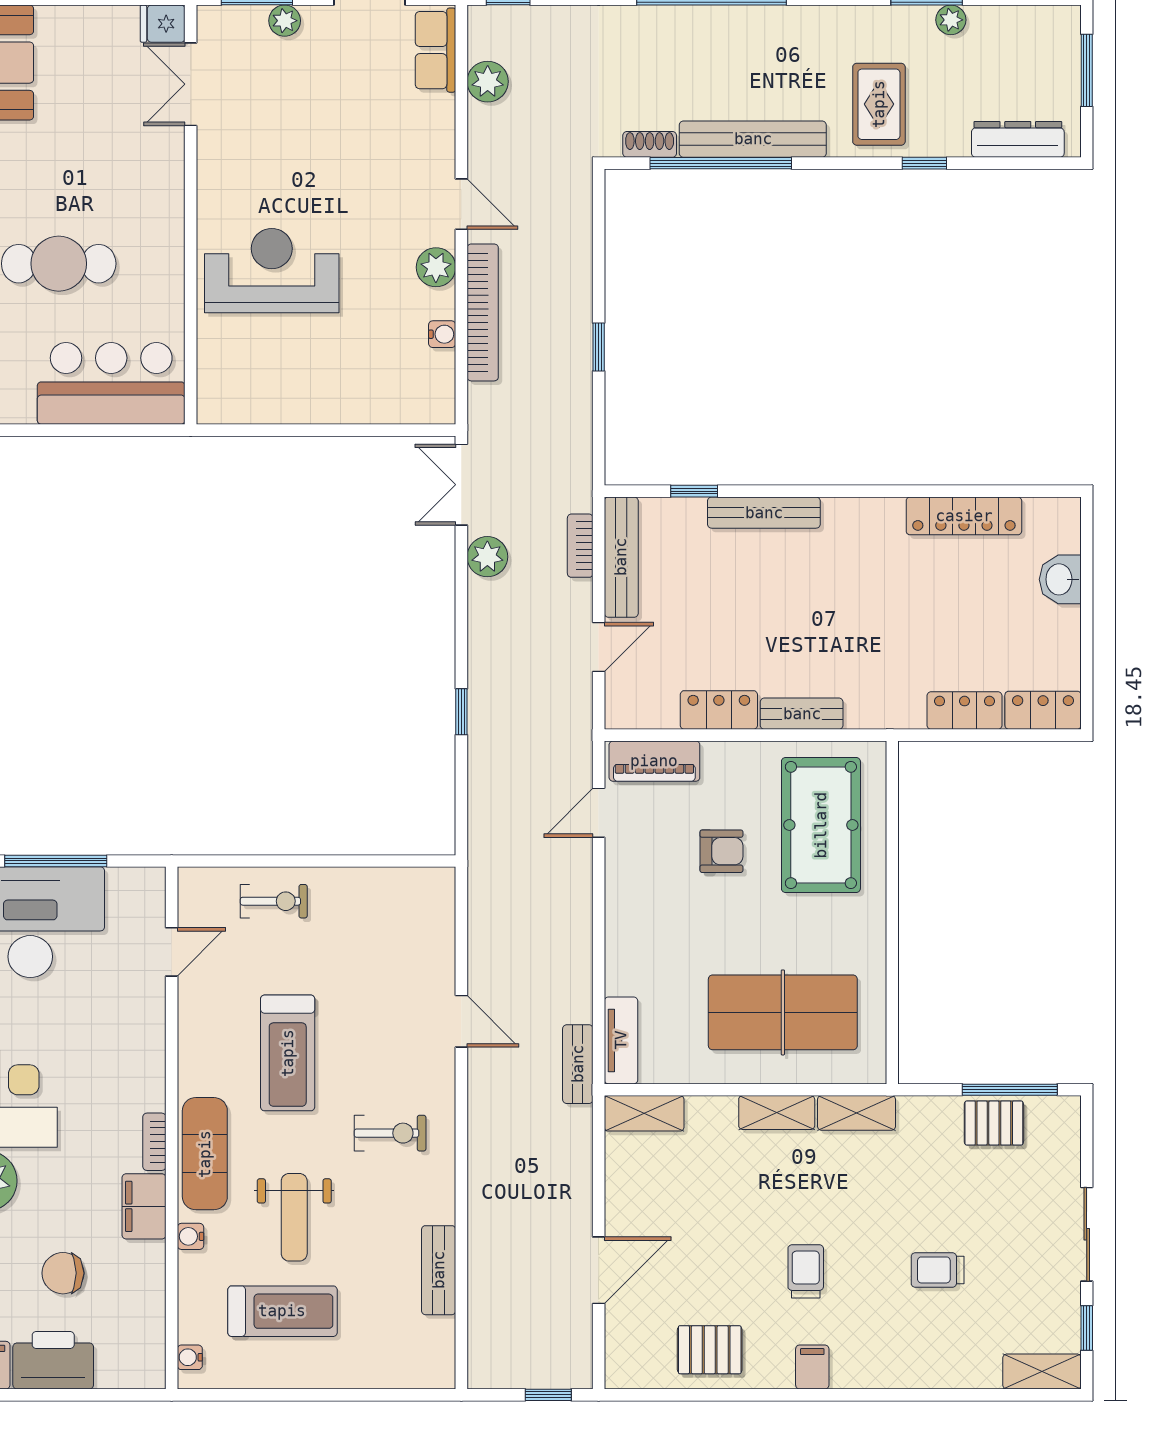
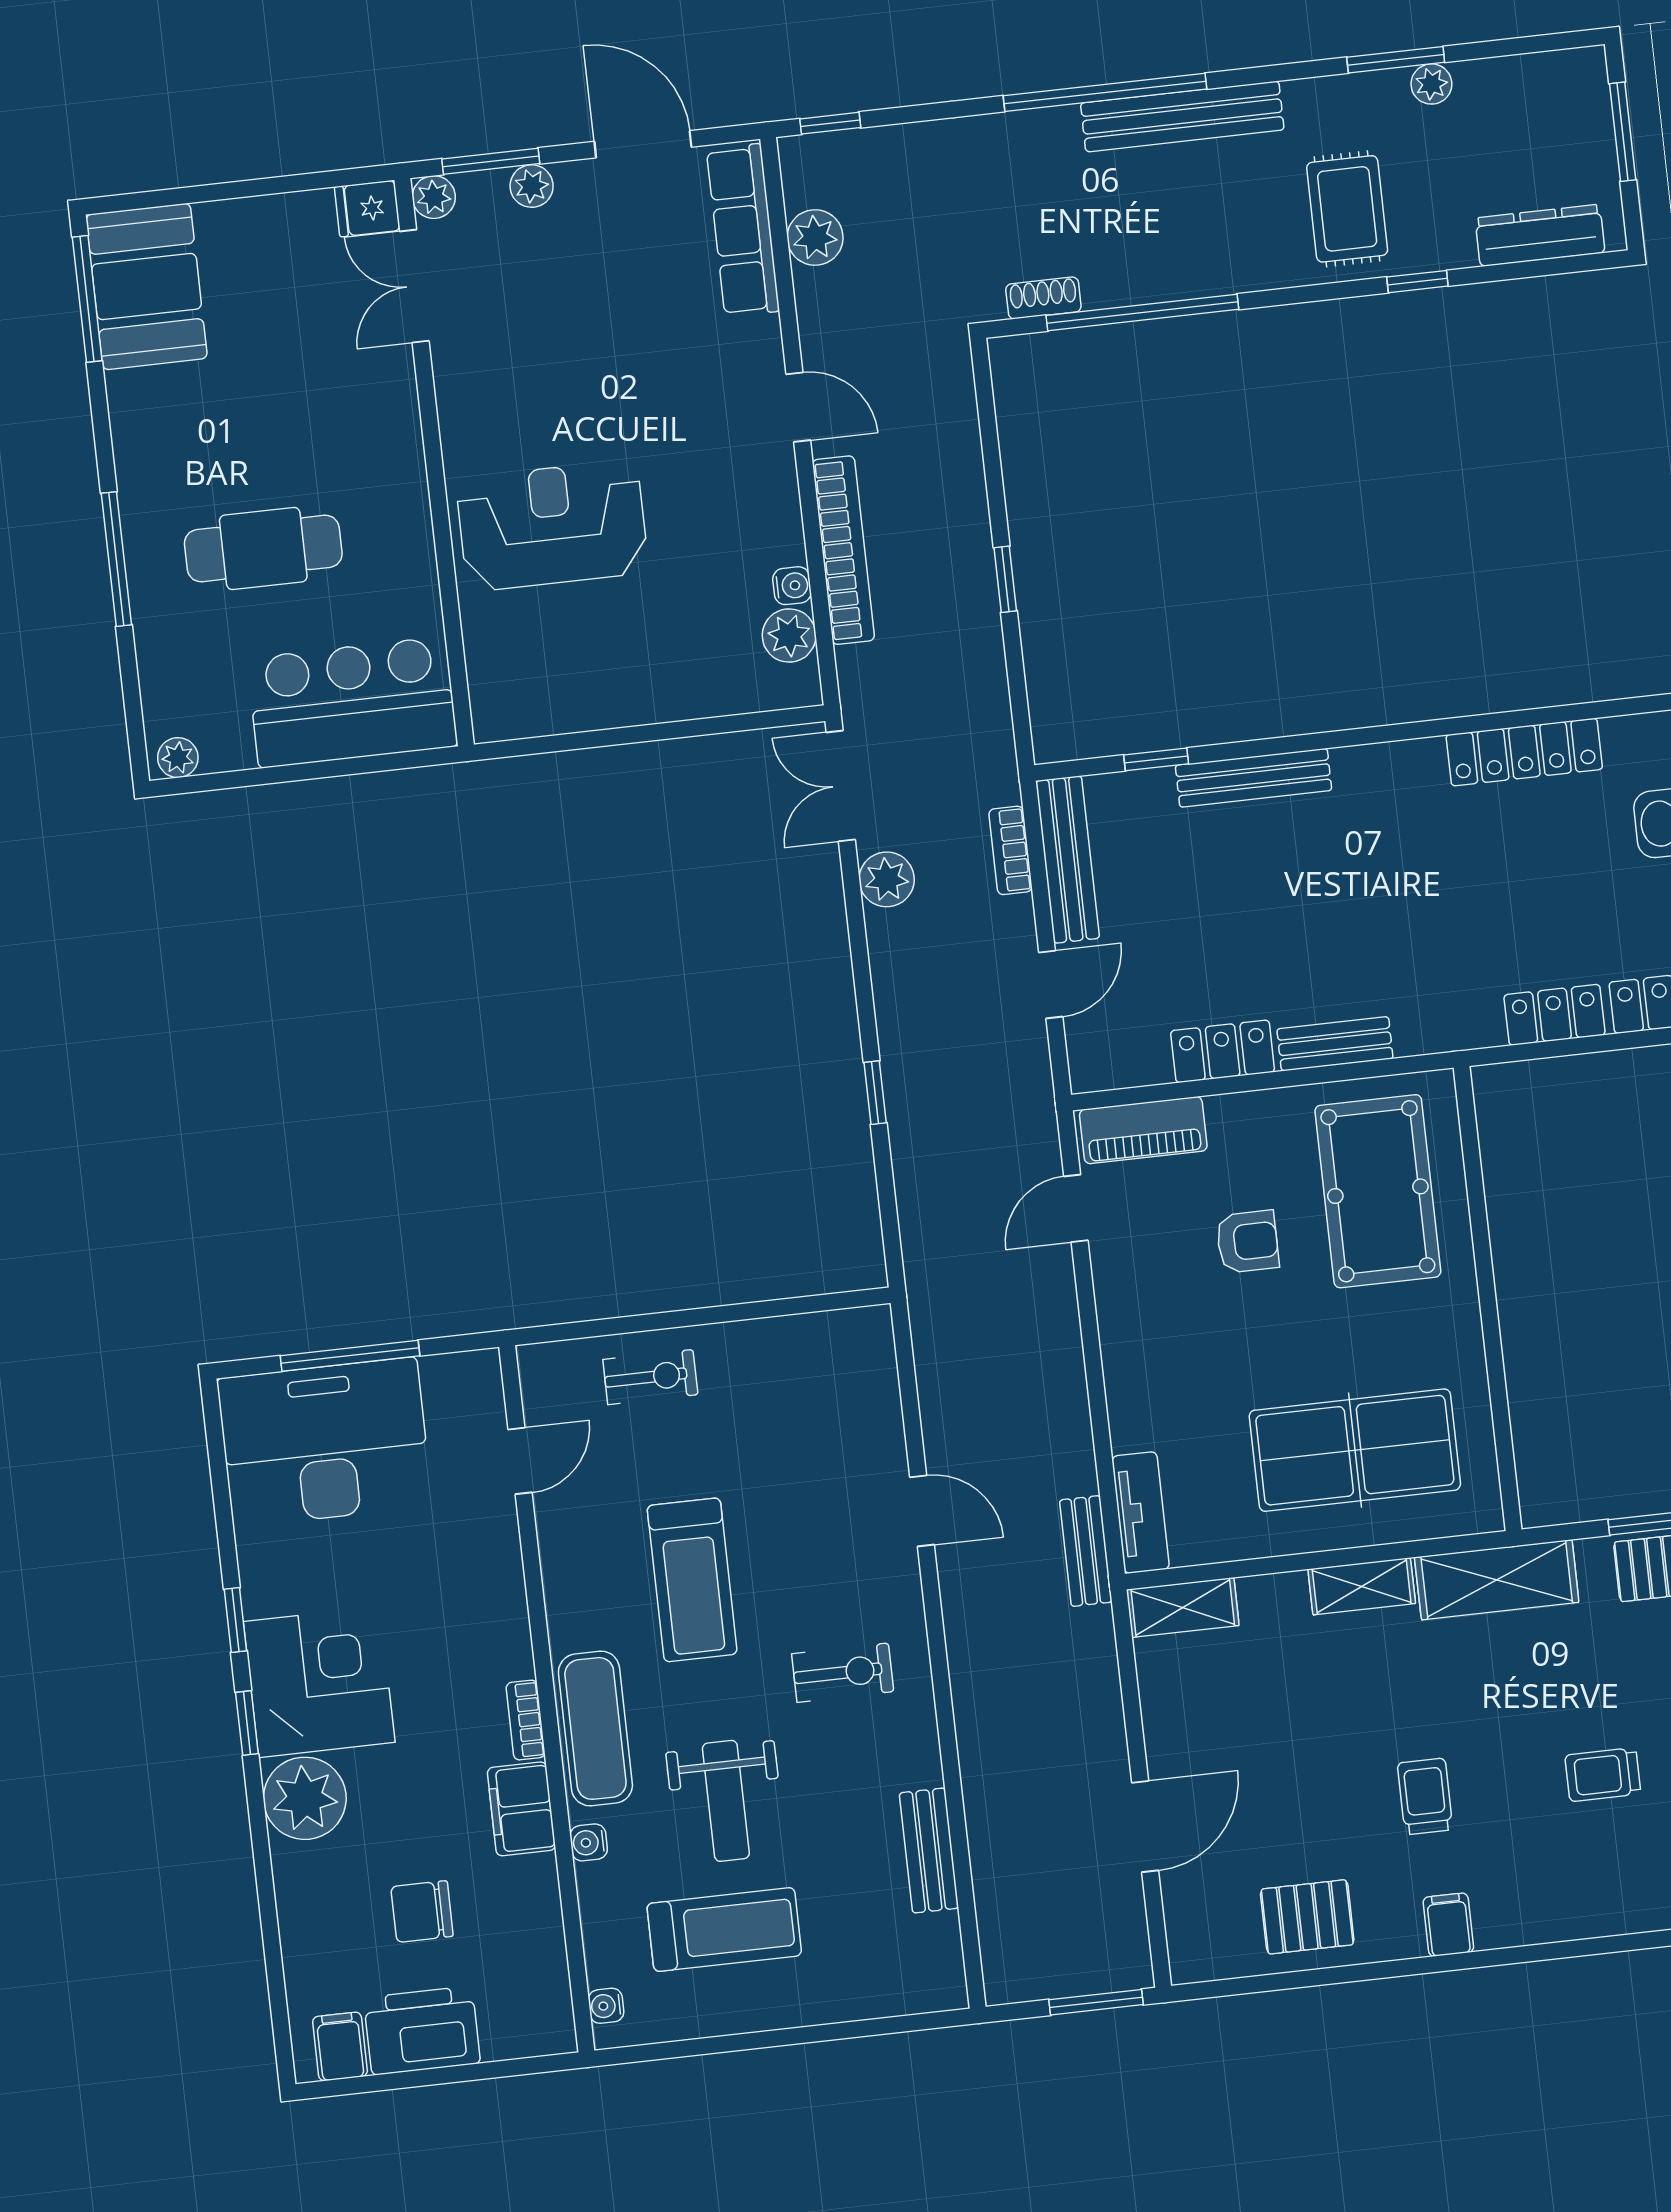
plant: (212, 21) -> (434, 197), added
row of seats: (435, 50) -> (743, 230), width x1.48
bench: (753, 139) -> (1182, 116), moved
plant: (436, 267) -> (789, 636), moved
shelving: (856, 1113) -> (1497, 1580), width x1.50, depth x1.33
window: (548, 1395) -> (1096, 2002), width x1.50

